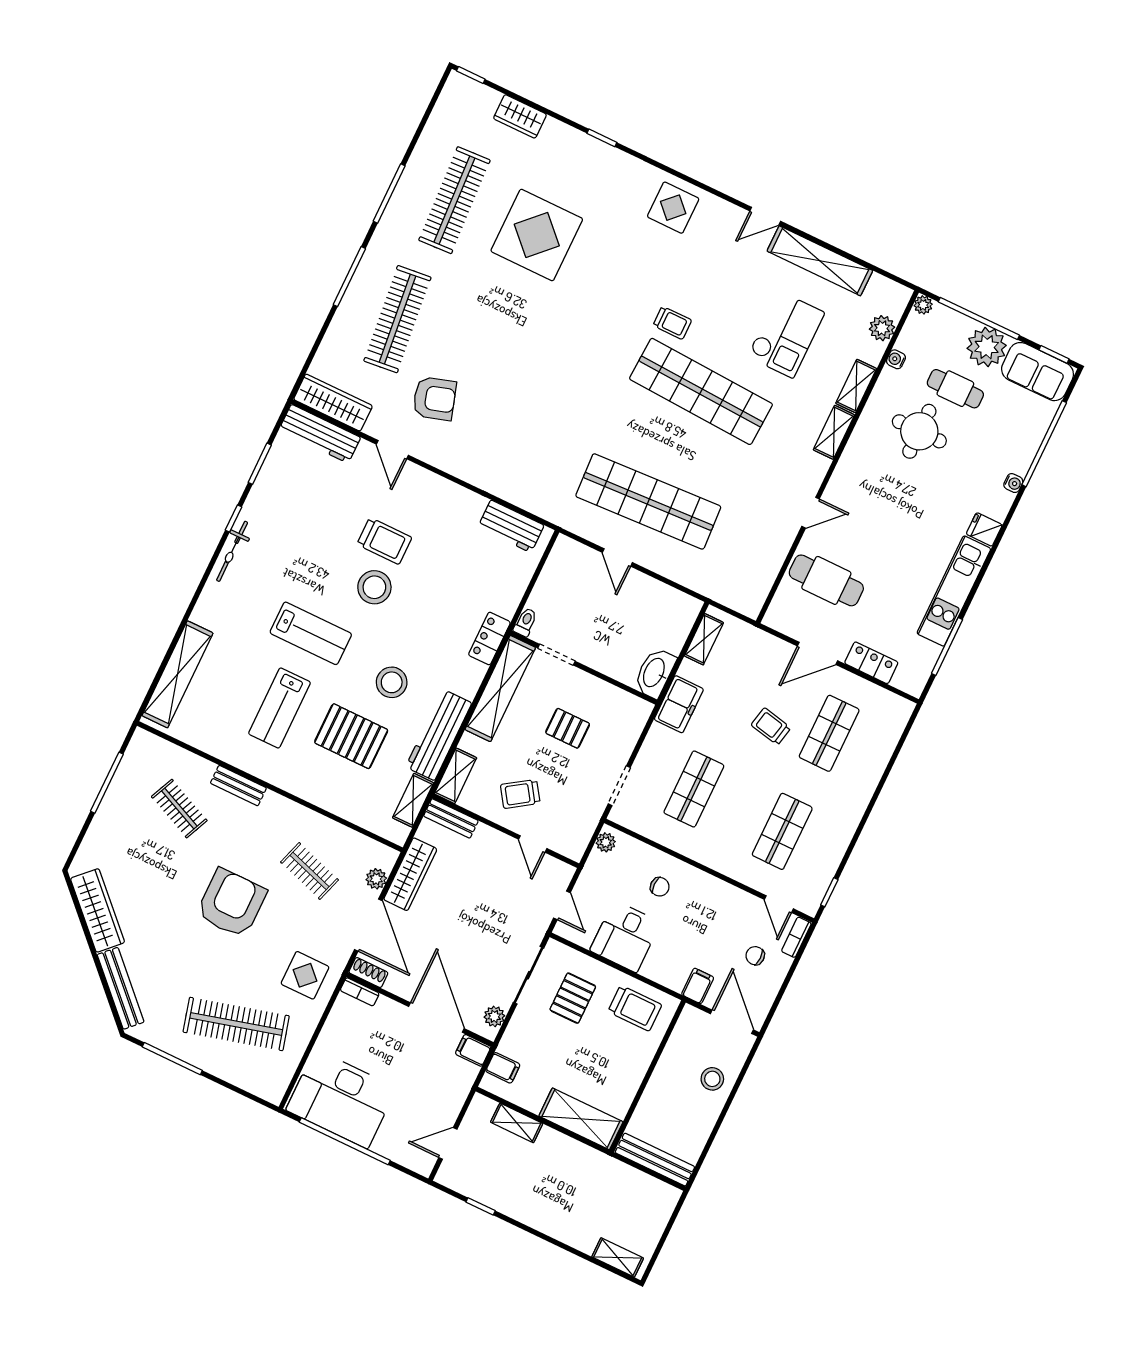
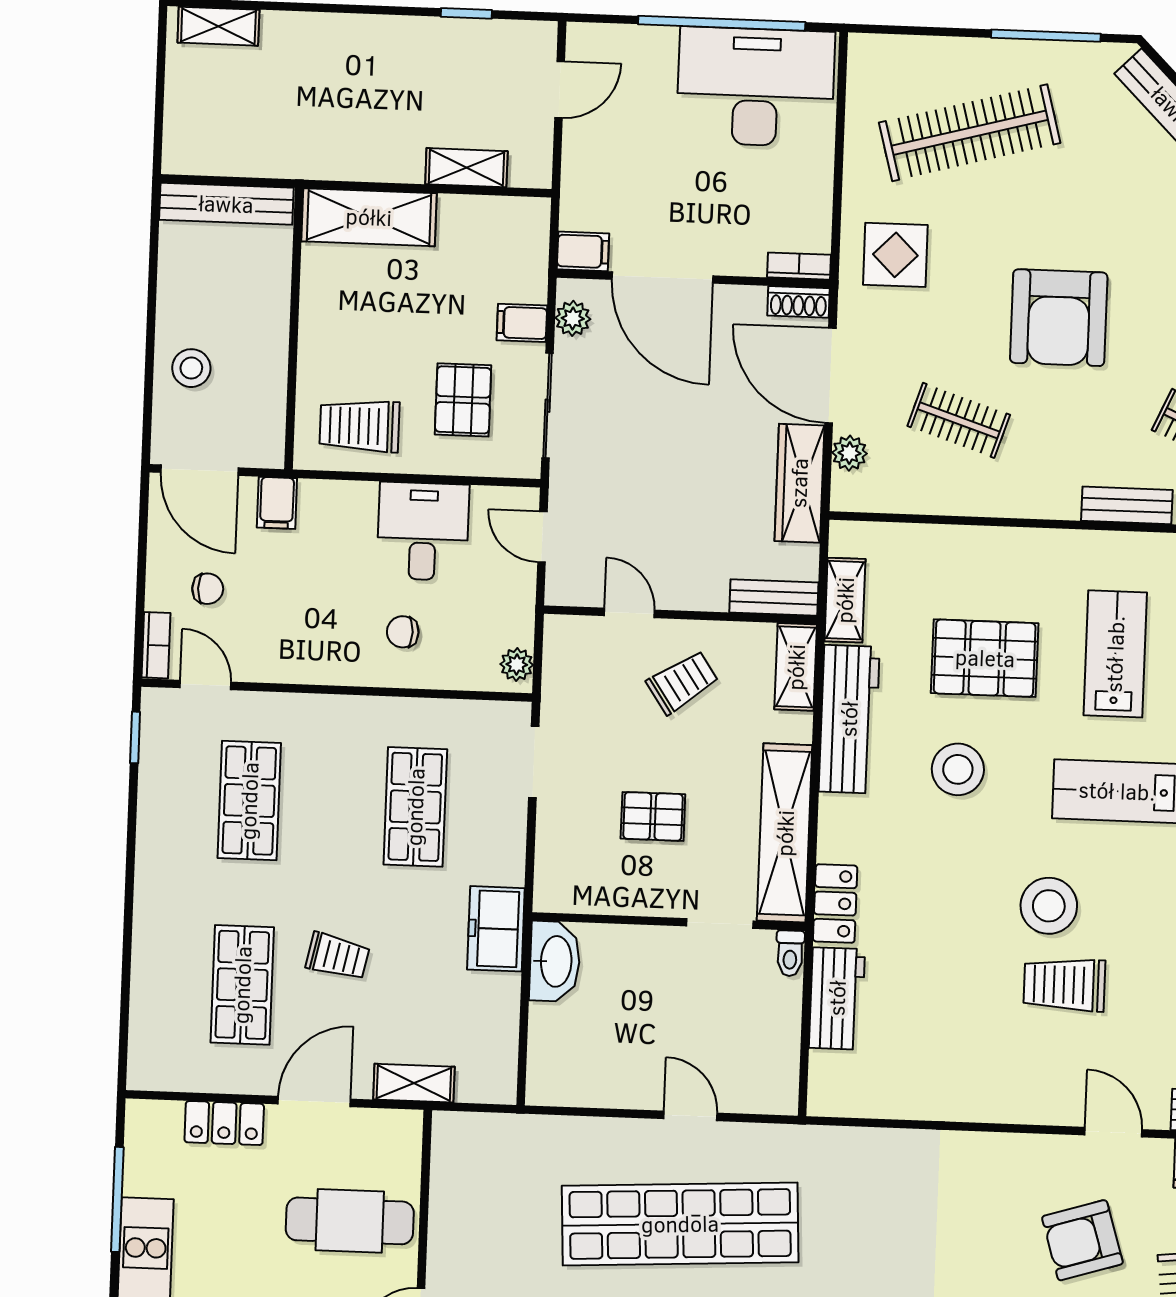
workbench: (511, 526) -> (837, 998), moved, turned 90
shelving: (704, 639) -> (414, 1083), moved, turned 90
filing cabinet: (503, 1068) -> (522, 323), moved

